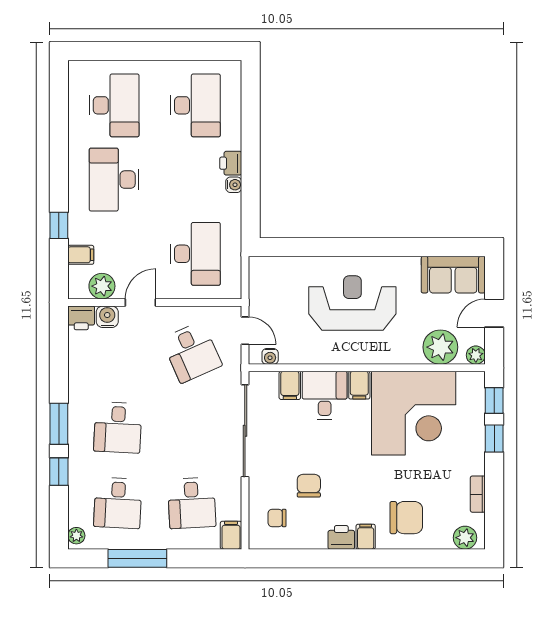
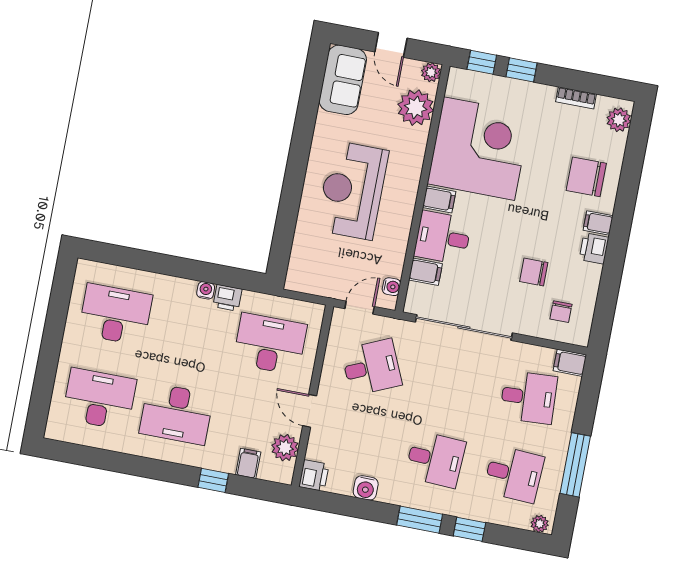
printer: (231, 163) -> (227, 298), moved
water cooler: (107, 317) -> (366, 488), moved, turned -90
chair: (406, 518) -> (586, 177), turned -90

